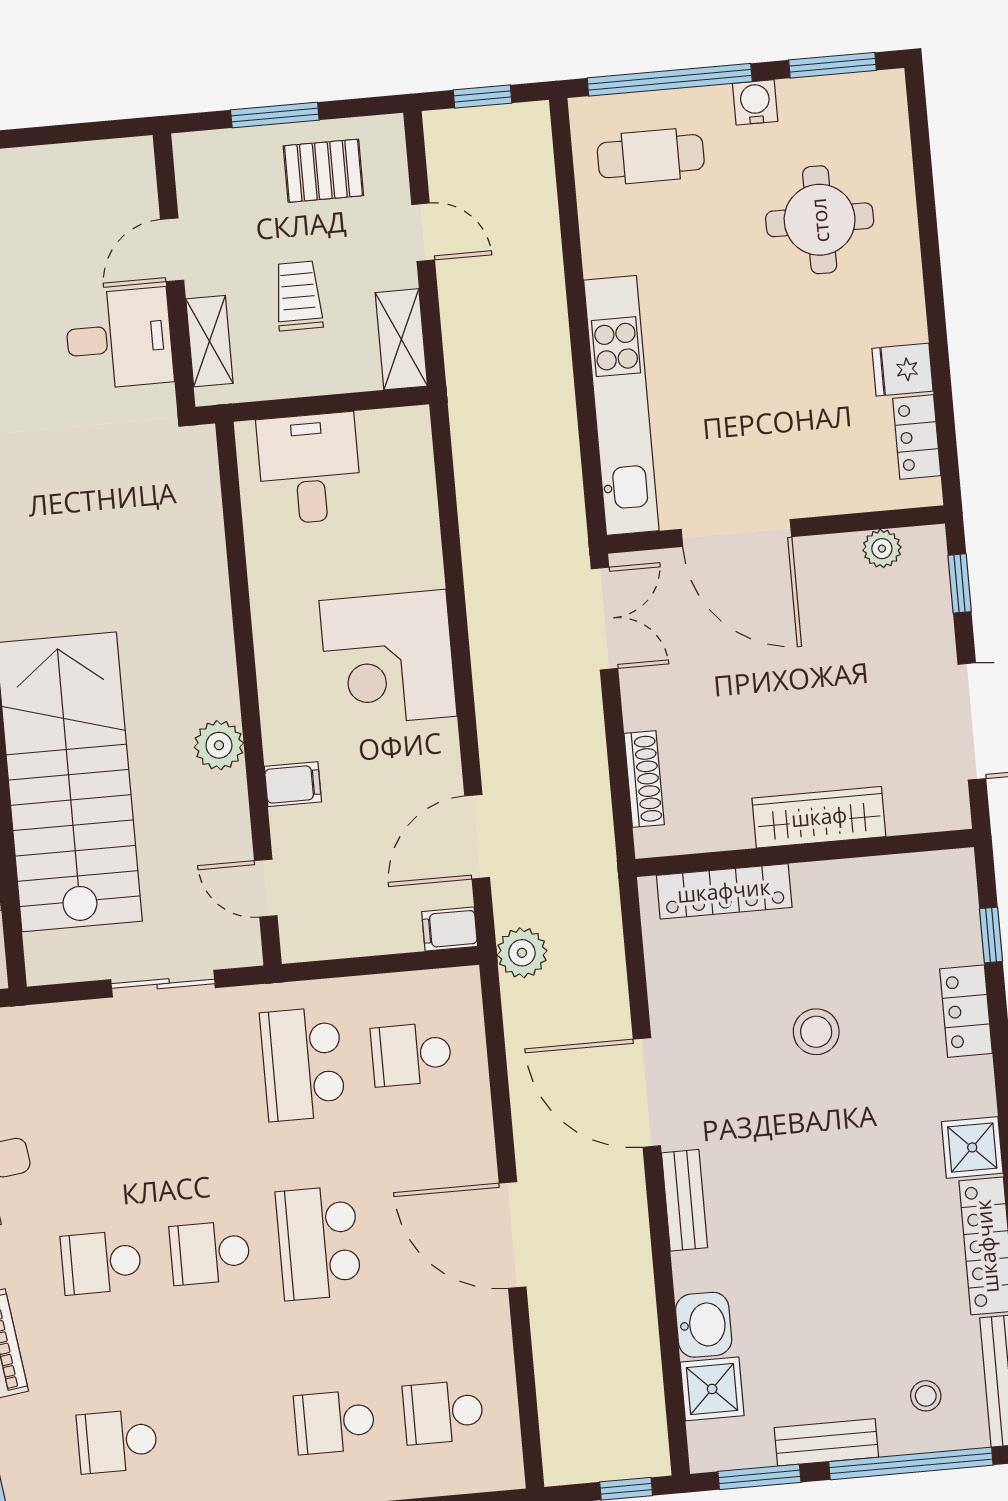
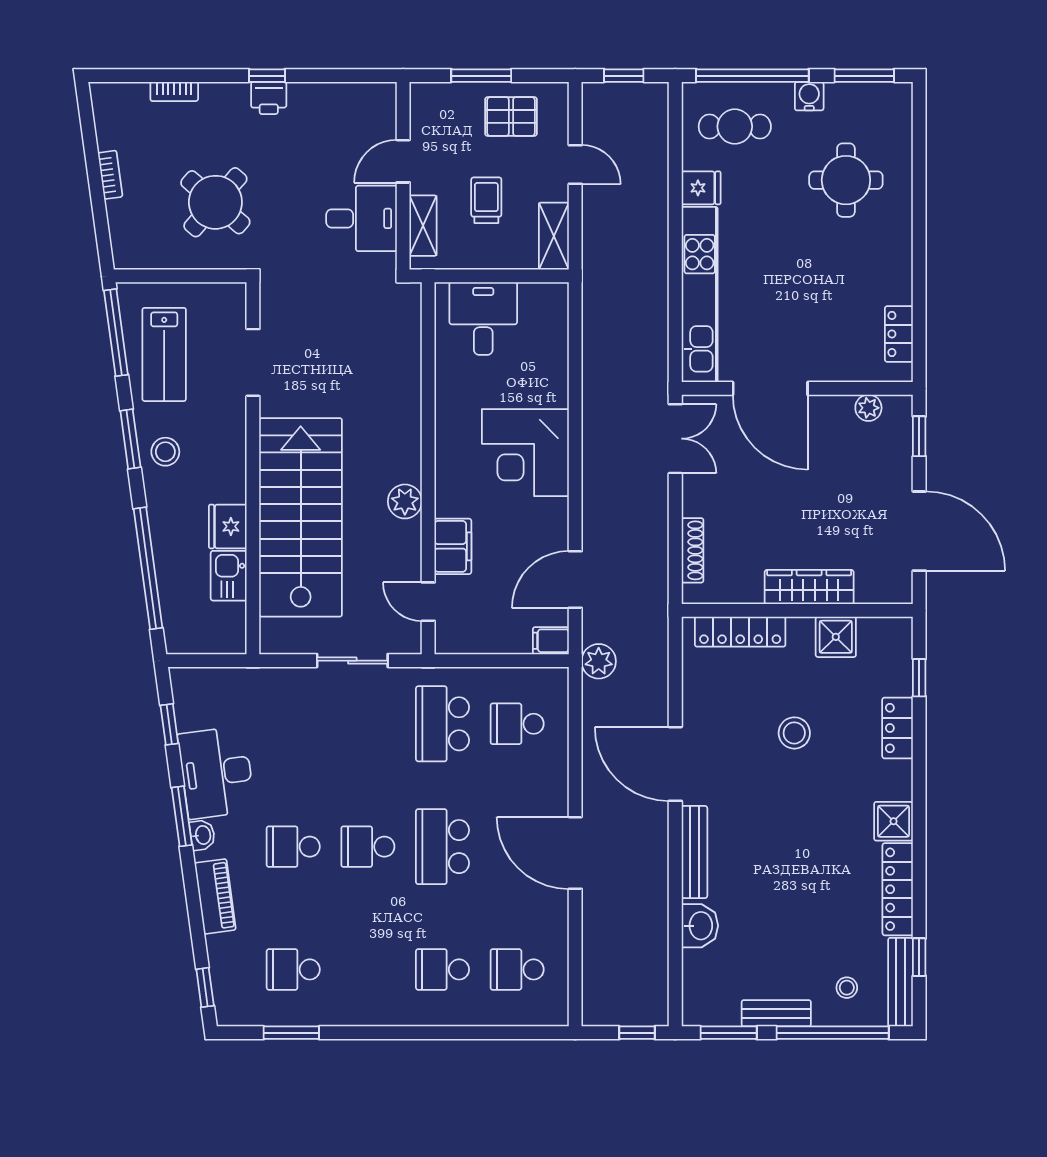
fridge: (903, 370) -> (701, 188), moved, turned 180
filing cabinet: (293, 784) -> (453, 546), width x2.00
bench: (685, 1200) -> (694, 852), width x1.36
shower: (712, 1389) -> (836, 637), moved

